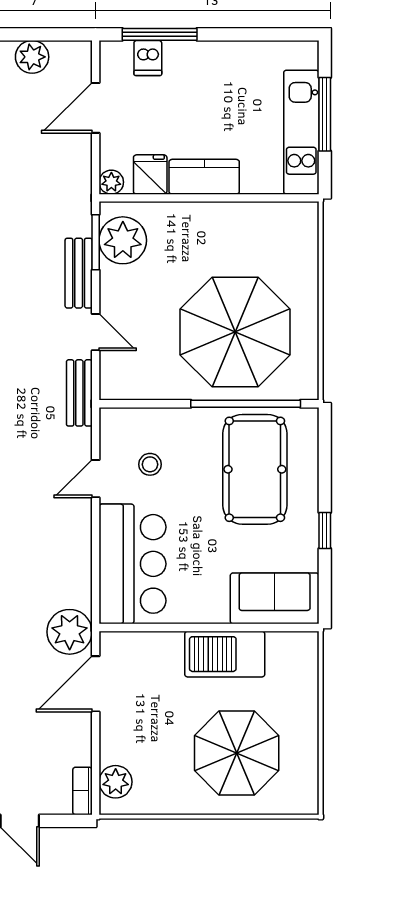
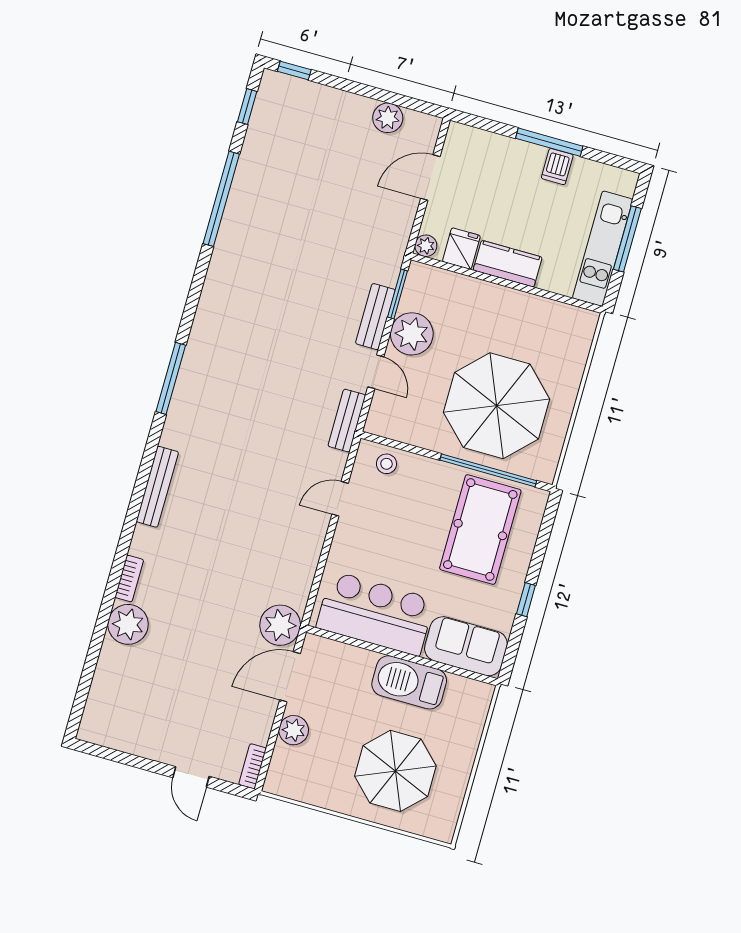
window: (160, 34) -> (549, 142), moved
dishwasher: (148, 58) -> (557, 167), moved
plant: (123, 240) -> (412, 334), moved
stool: (150, 464) -> (386, 464), moved
bar counter: (133, 564) -> (376, 613), moved, turned -90
plant: (116, 782) -> (294, 730), moved

